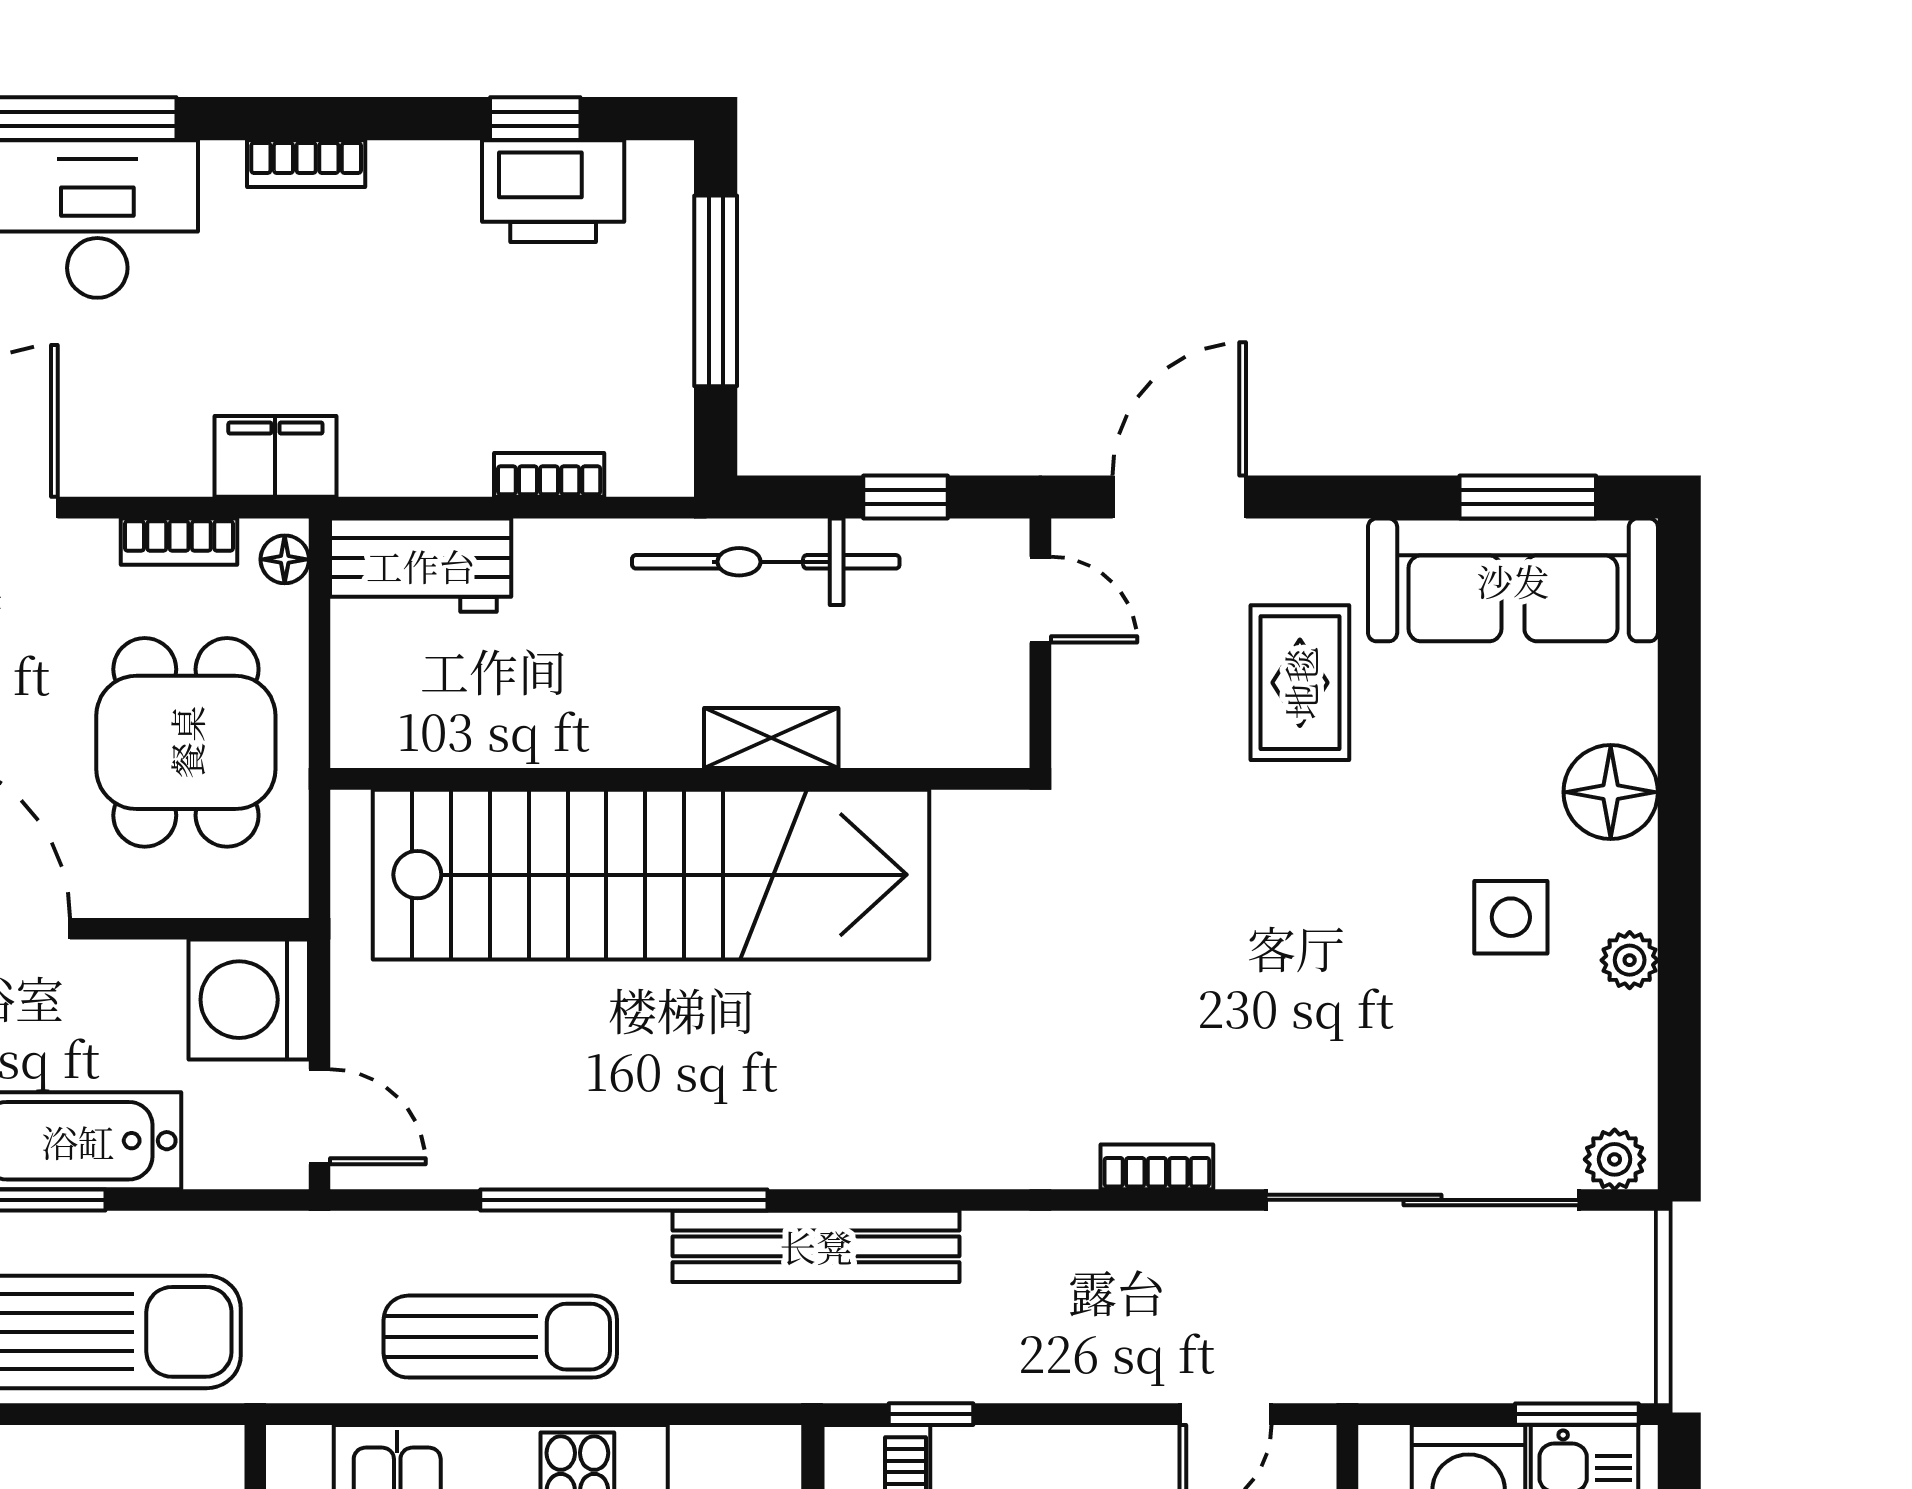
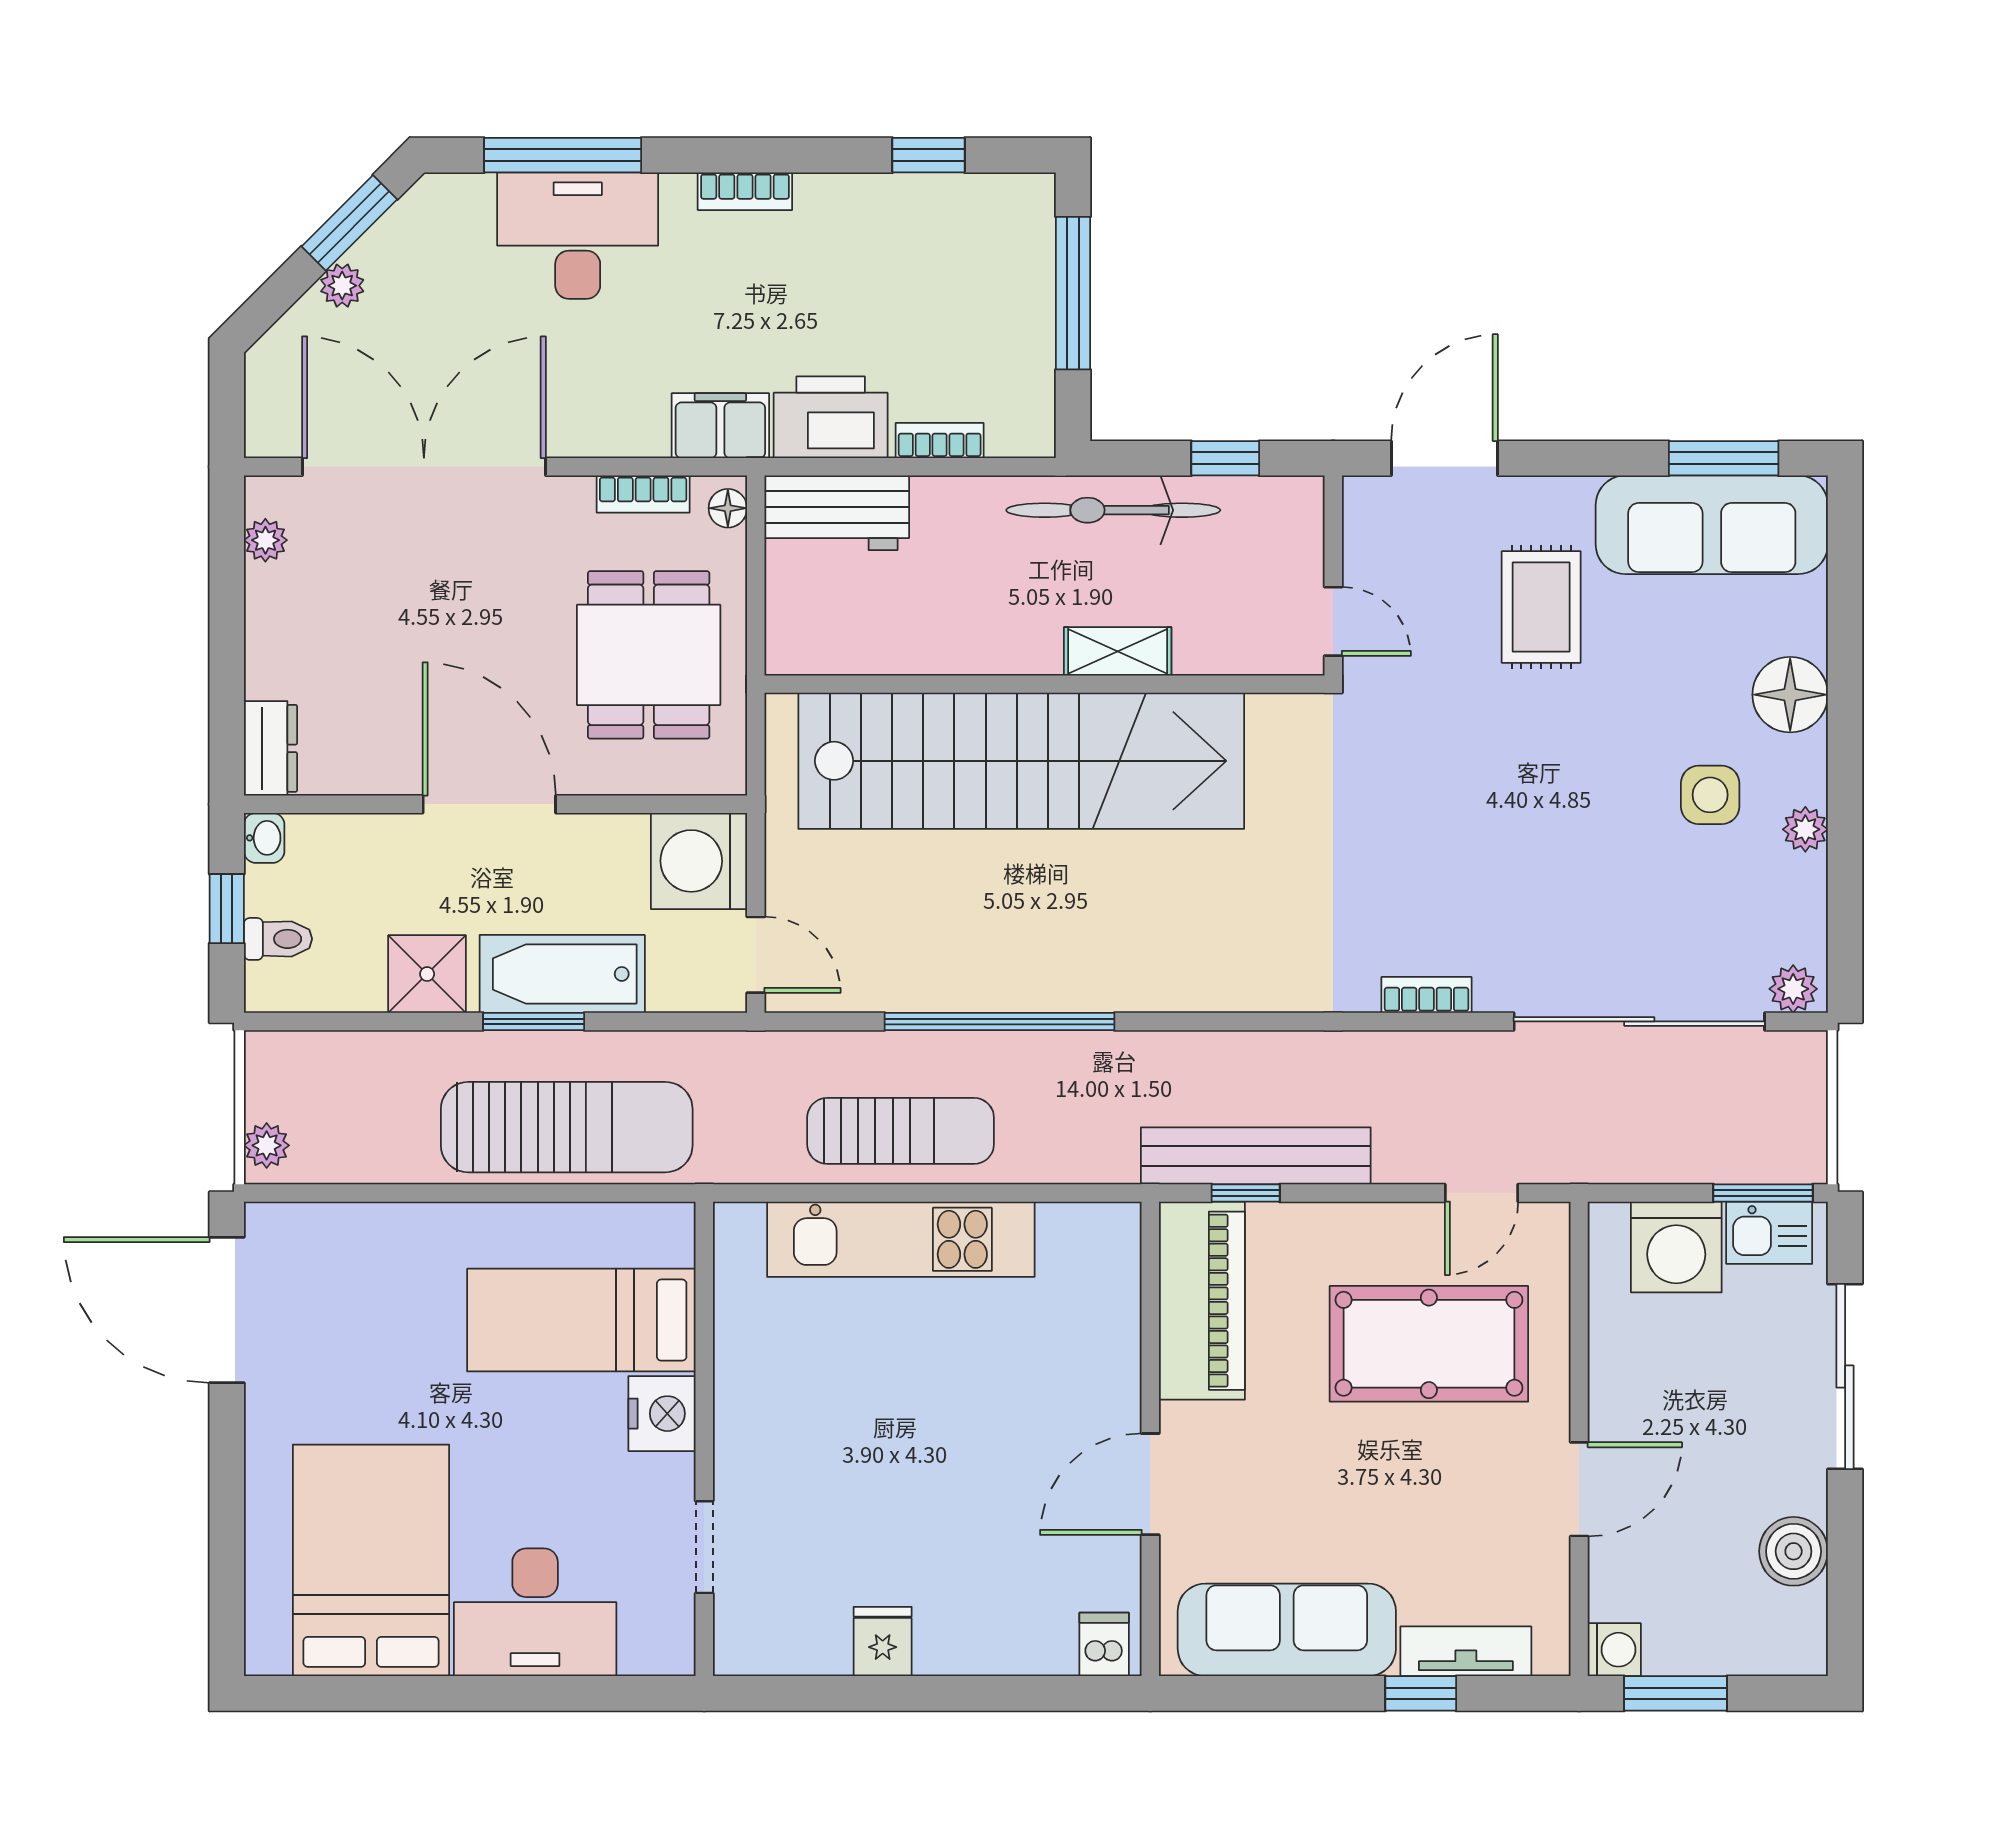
printer: (553, 191) -> (831, 417), moved, turned 180
door: (1040, 600) -> (1333, 621), moved
bench: (816, 1246) -> (1256, 1156), moved

